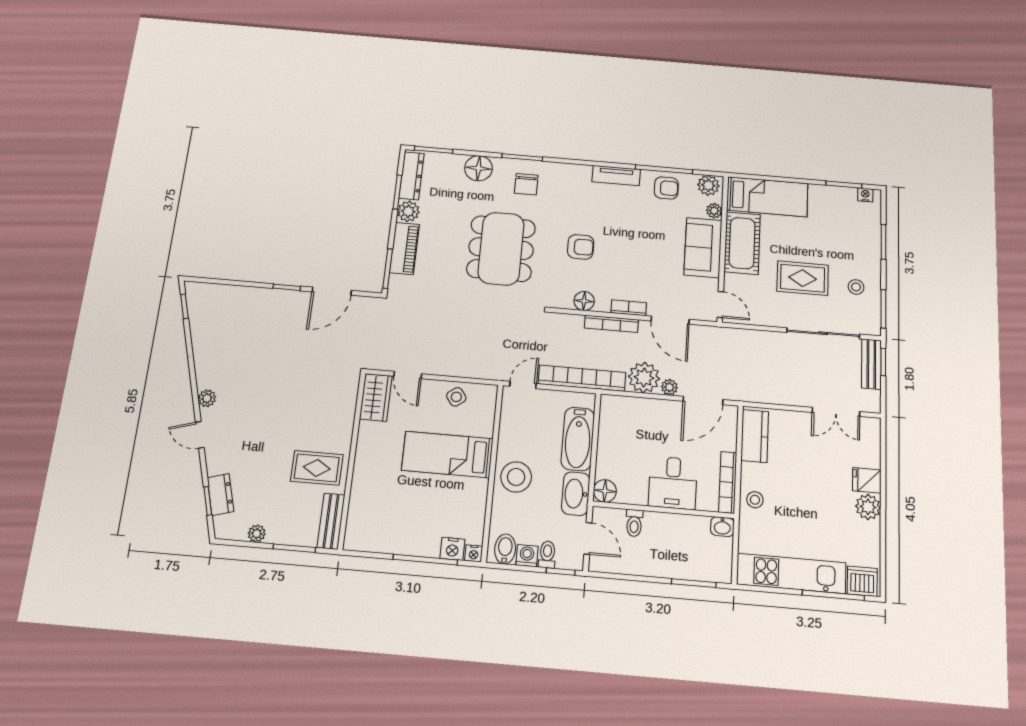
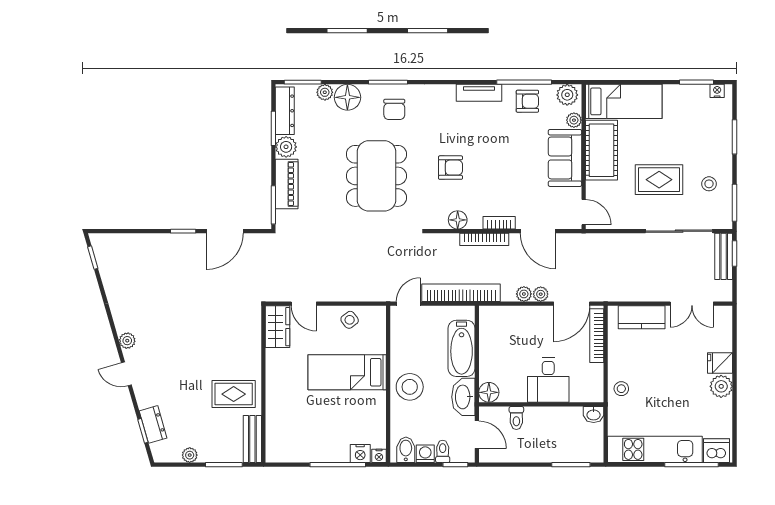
plant: (455, 161) -> (325, 92), added
plant: (644, 378) -> (524, 294), width x0.53, depth x0.53
kitchen counter: (755, 436) -> (642, 317), moved, turned 90
bookcase: (728, 482) -> (597, 336), moved

